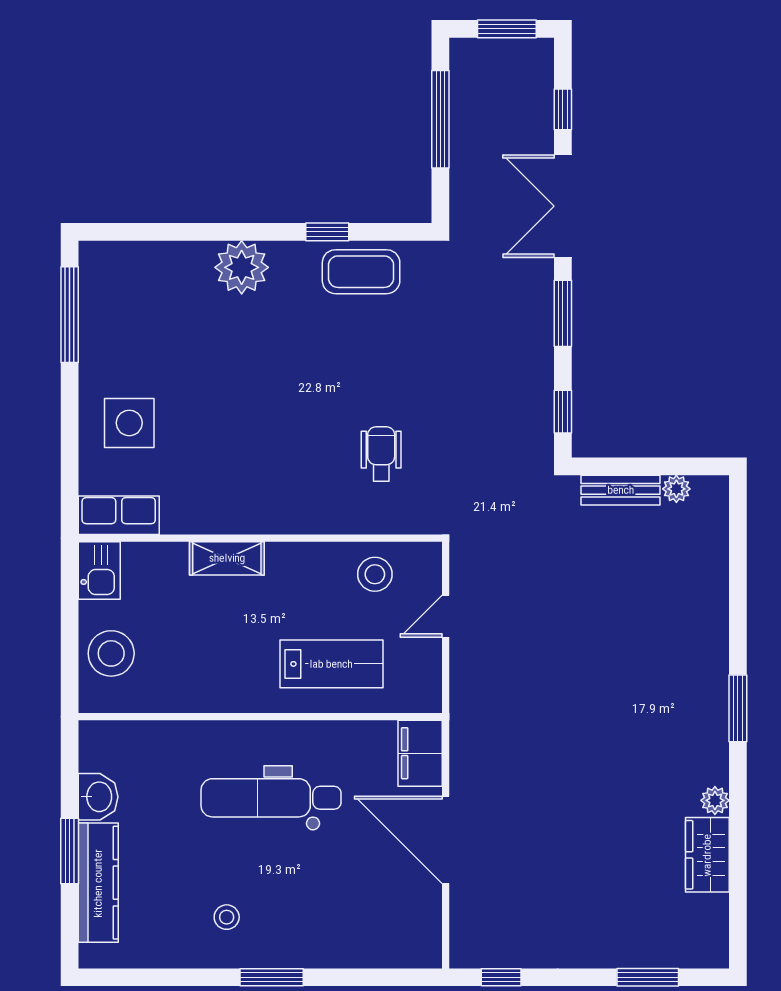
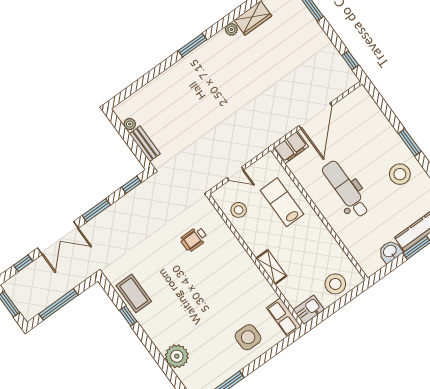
plant: (242, 267) -> (177, 356), moved
dental chair: (271, 798) -> (346, 189), turned 180
stool: (227, 917) -> (400, 174), width x1.89, depth x1.89

